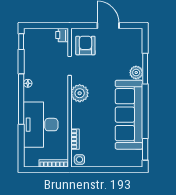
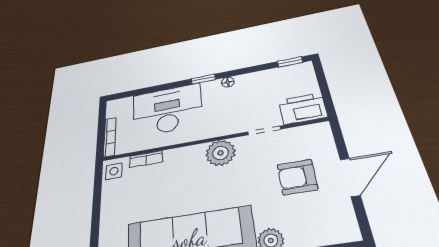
printer: (62, 35) -> (303, 109), width x1.87, depth x1.48
armchair: (85, 45) -> (297, 177), moved, turned 180
window: (21, 99) -> (203, 79), width x0.32

